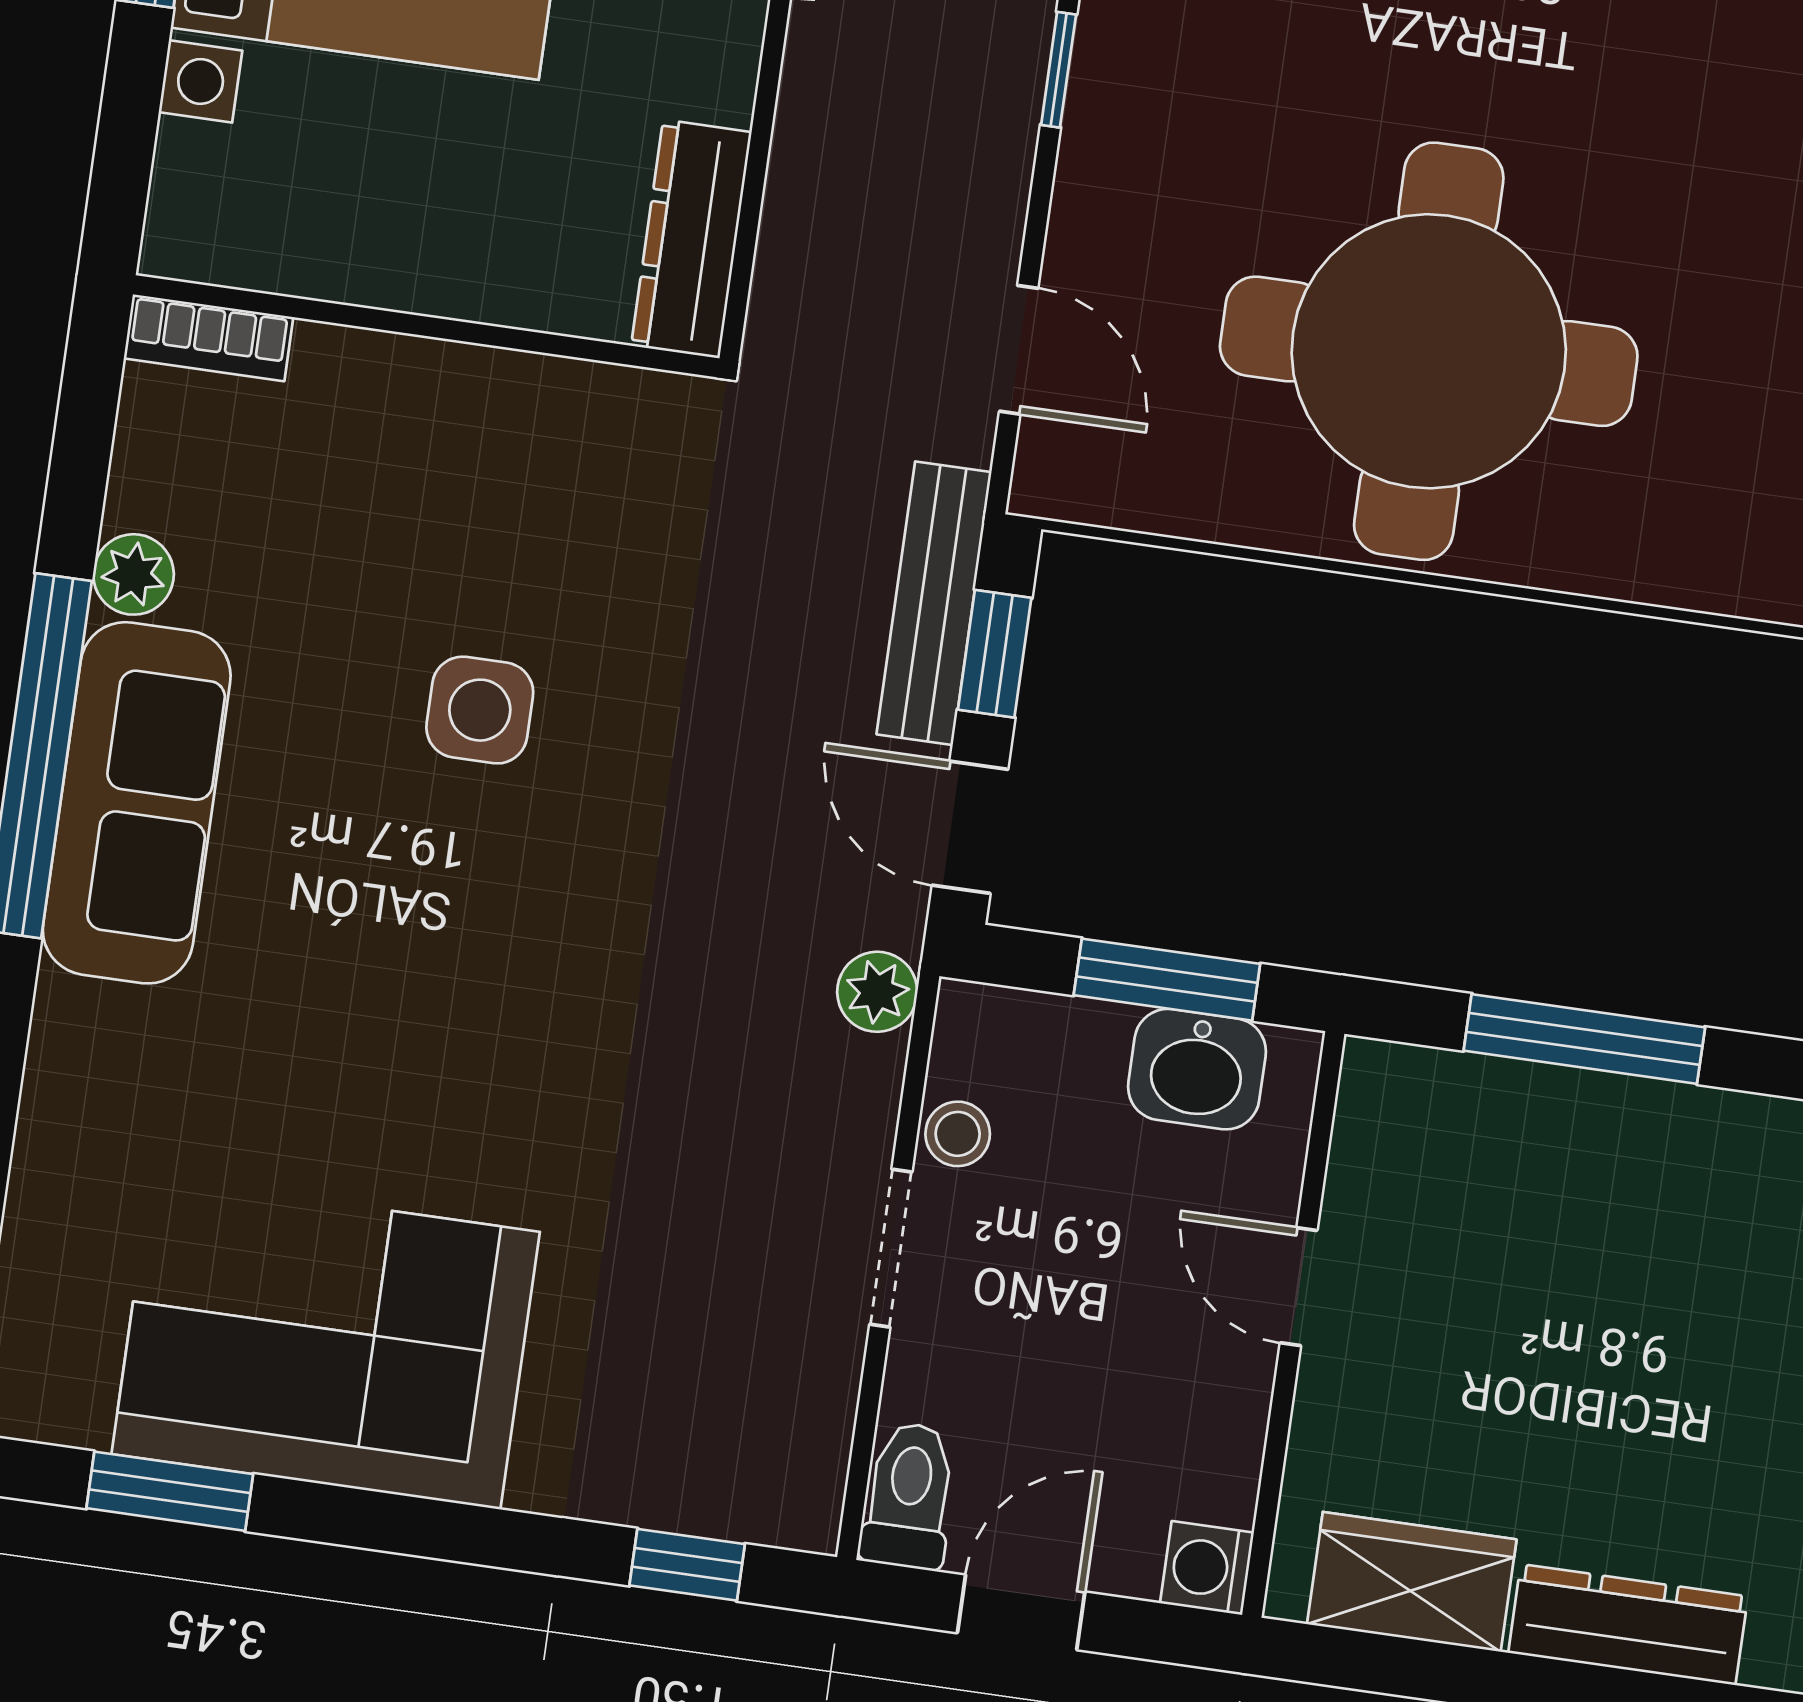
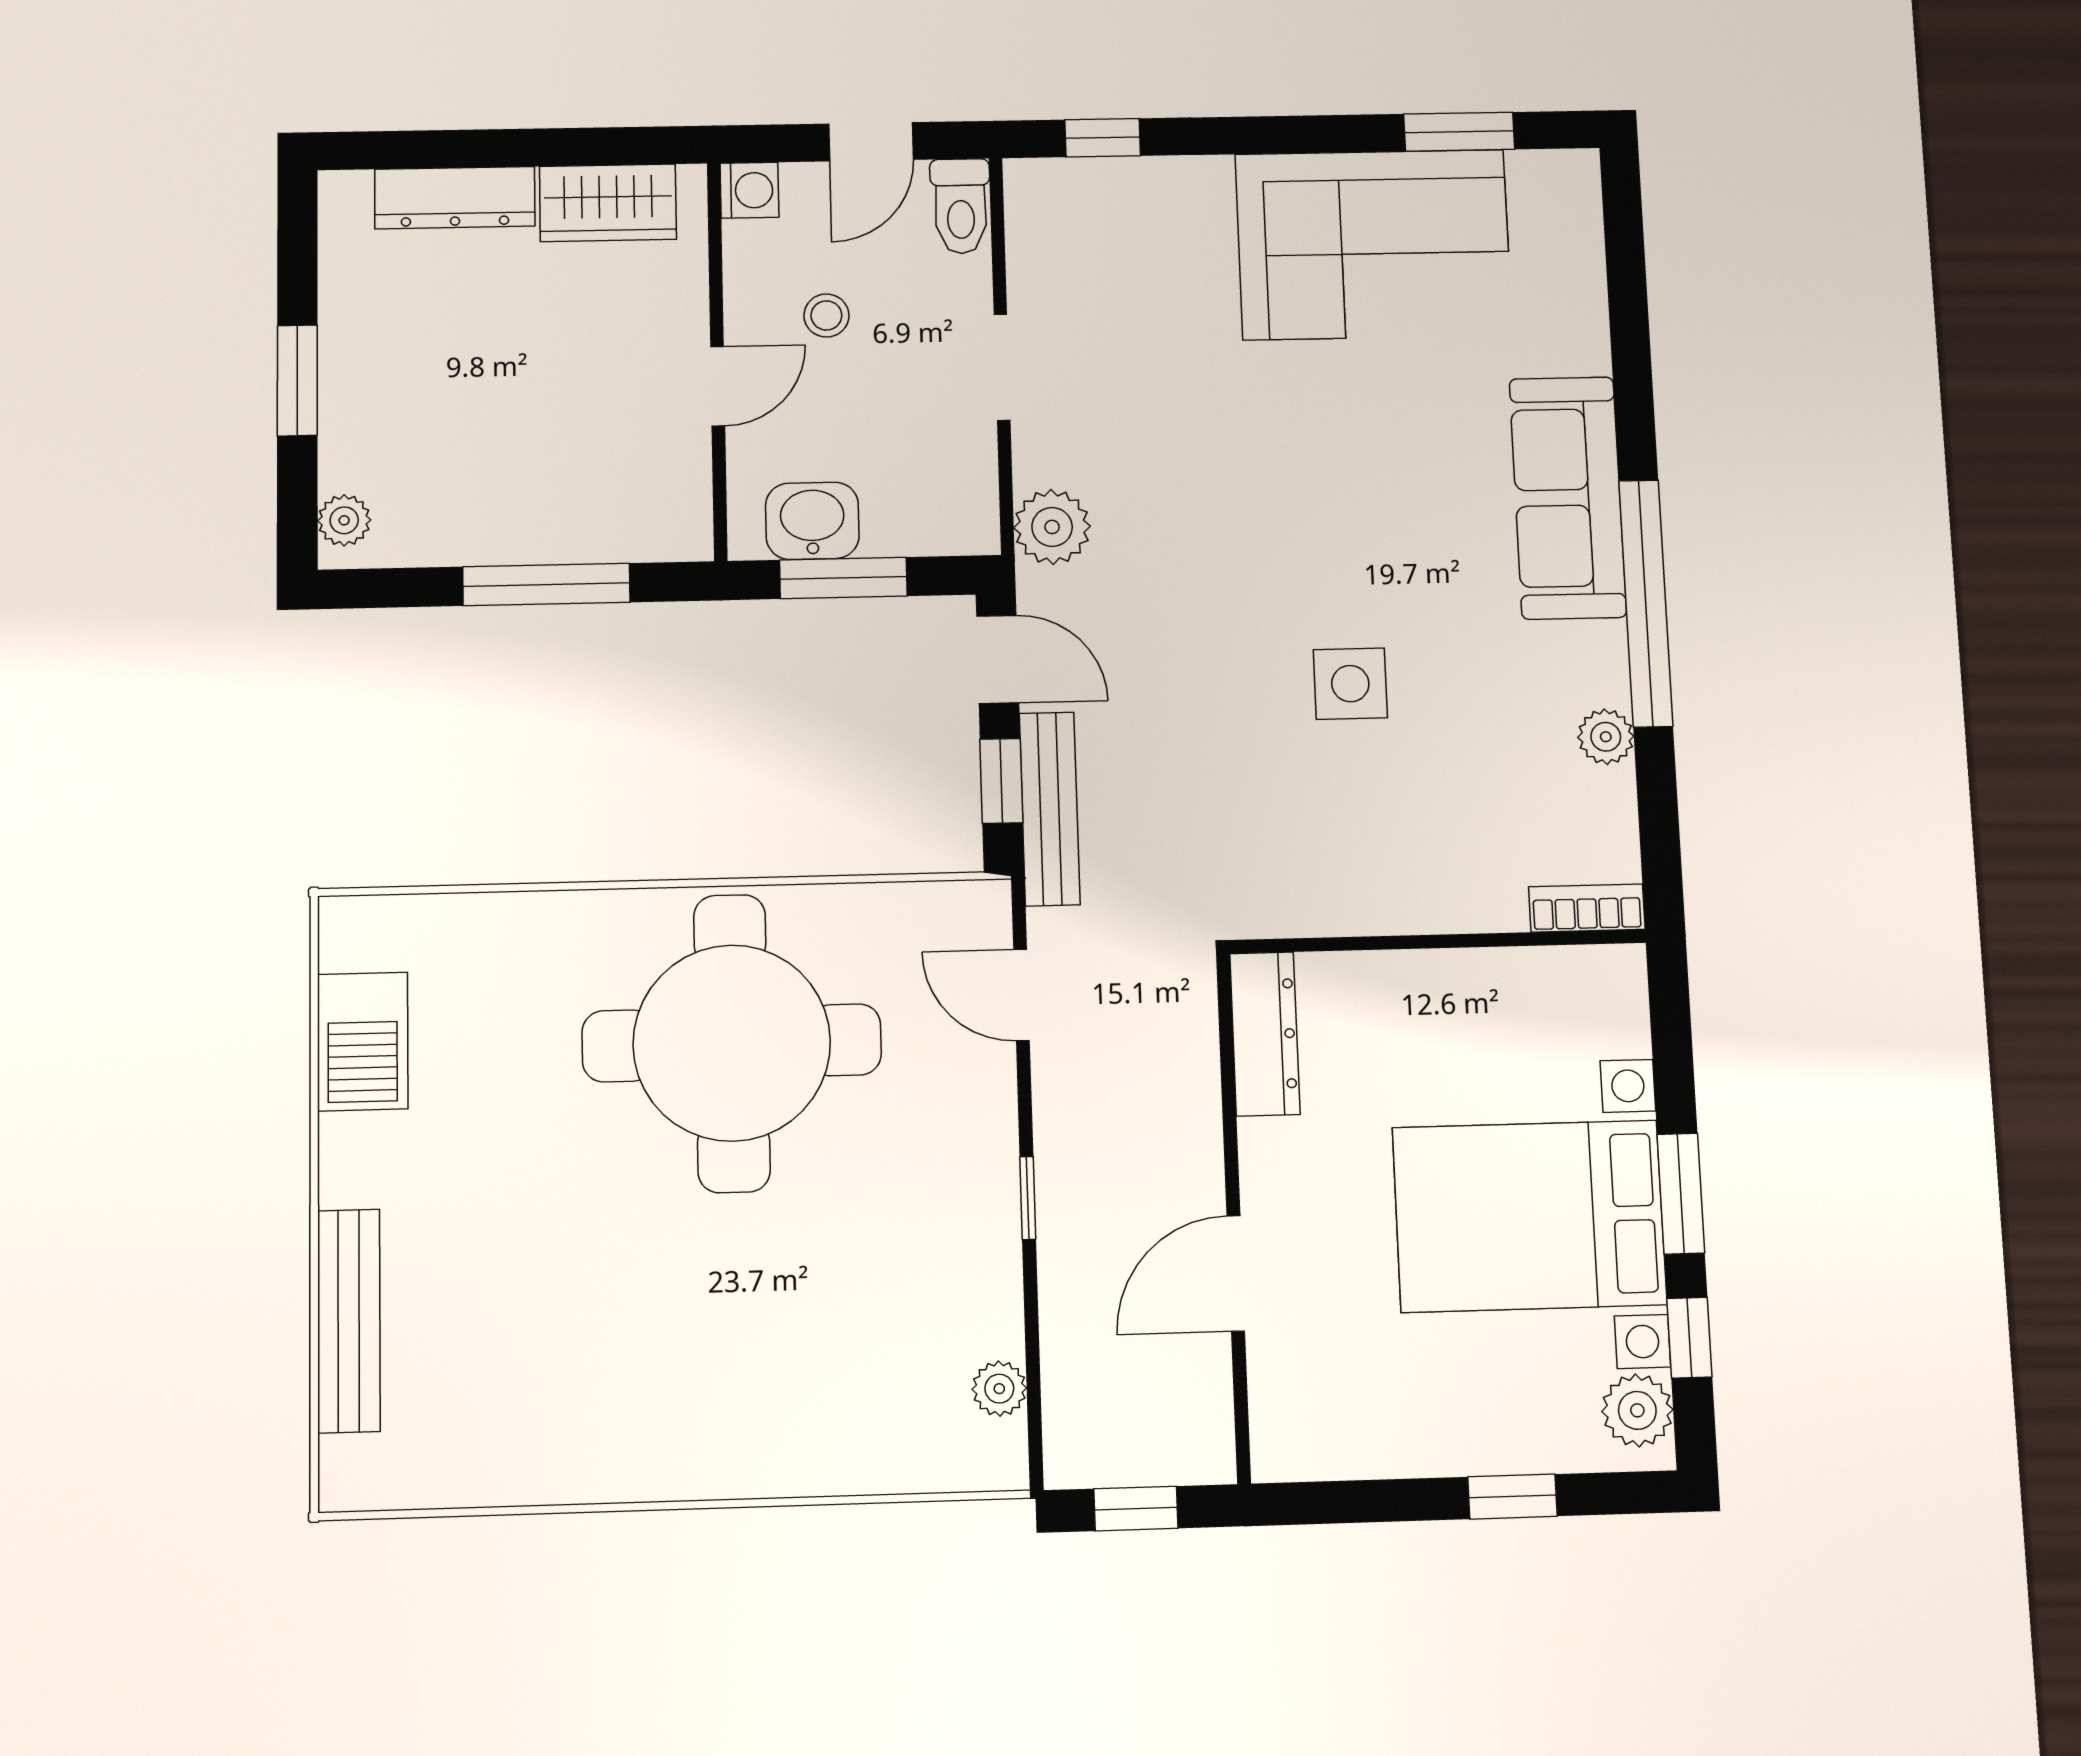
sofa: (137, 803) -> (1568, 498), moved
plant: (877, 992) -> (1052, 527), width x1.38, depth x1.38
stool: (958, 1134) -> (826, 315), moved
door: (1299, 1287) -> (718, 386), hinge flipped

